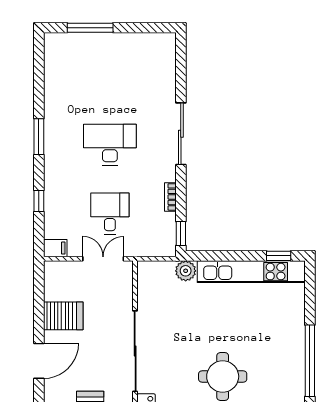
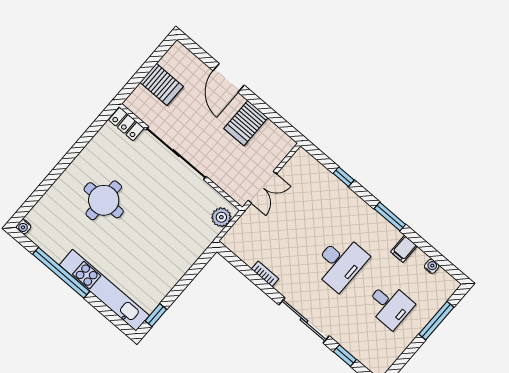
water cooler: (50, 69) -> (432, 266), added
desk: (110, 213) -> (390, 305), moved
window: (181, 234) -> (345, 356), moved
filing cabinet: (55, 248) -> (404, 249), moved
plant: (186, 271) -> (221, 217), moved
kitchen unit: (251, 272) -> (104, 290), moved, turned 90

